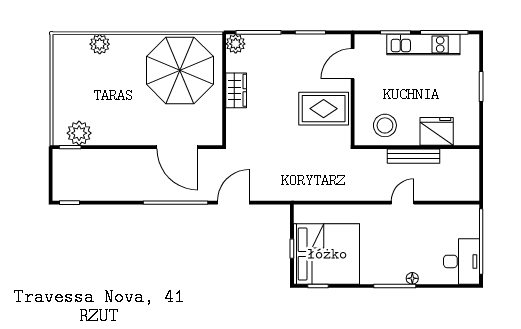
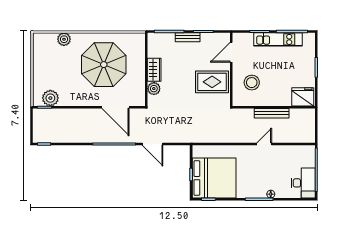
bench: (287, 41) -> (188, 37), added
plant: (236, 44) -> (154, 89), moved
parasol: (180, 70) -> (104, 65), moved
stool: (385, 125) -> (252, 83), moved
fridge: (437, 131) -> (303, 97), moved
door: (233, 203) -> (152, 144), swing flipped

